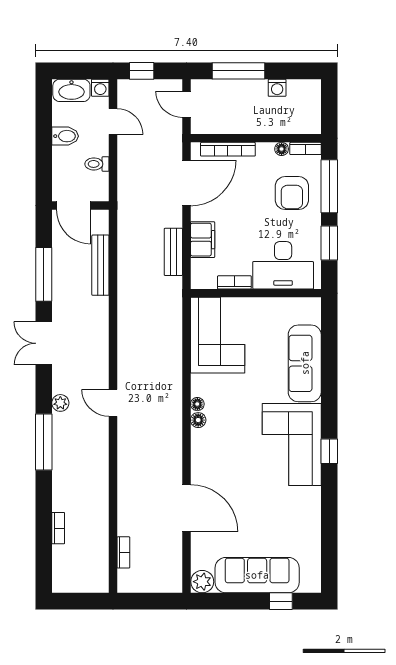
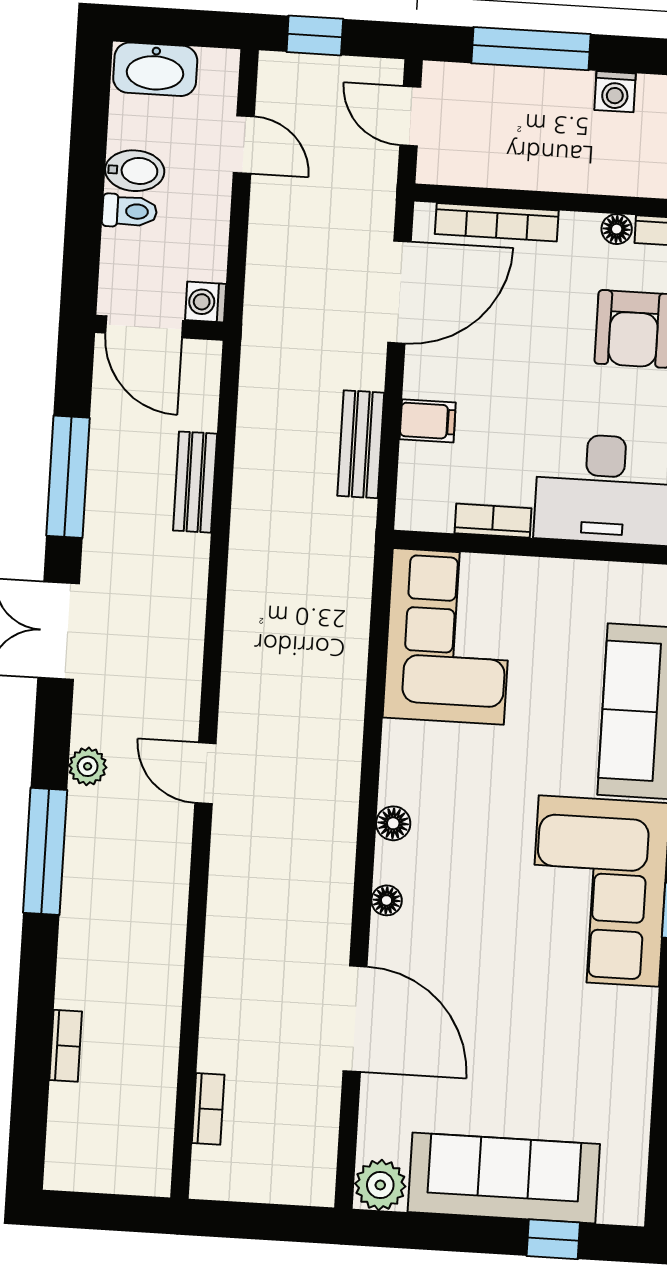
washing machine: (100, 88) -> (206, 302), moved, turned 90
toilet: (97, 164) -> (129, 211), moved, turned 180
filing cabinet: (203, 240) -> (428, 421), width x0.50
bench: (100, 265) -> (195, 482), width x0.73
floor lamp: (197, 404) -> (387, 900), moved

